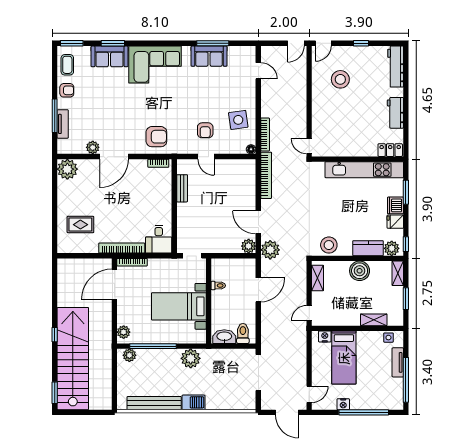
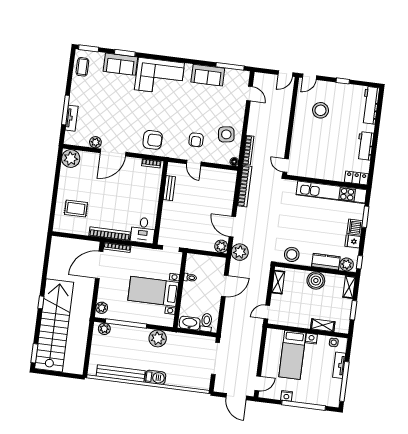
window: (213, 43) -> (230, 66), moved
armchair: (67, 90) -> (79, 89), removed
nightstand: (325, 336) -> (311, 339), moved

